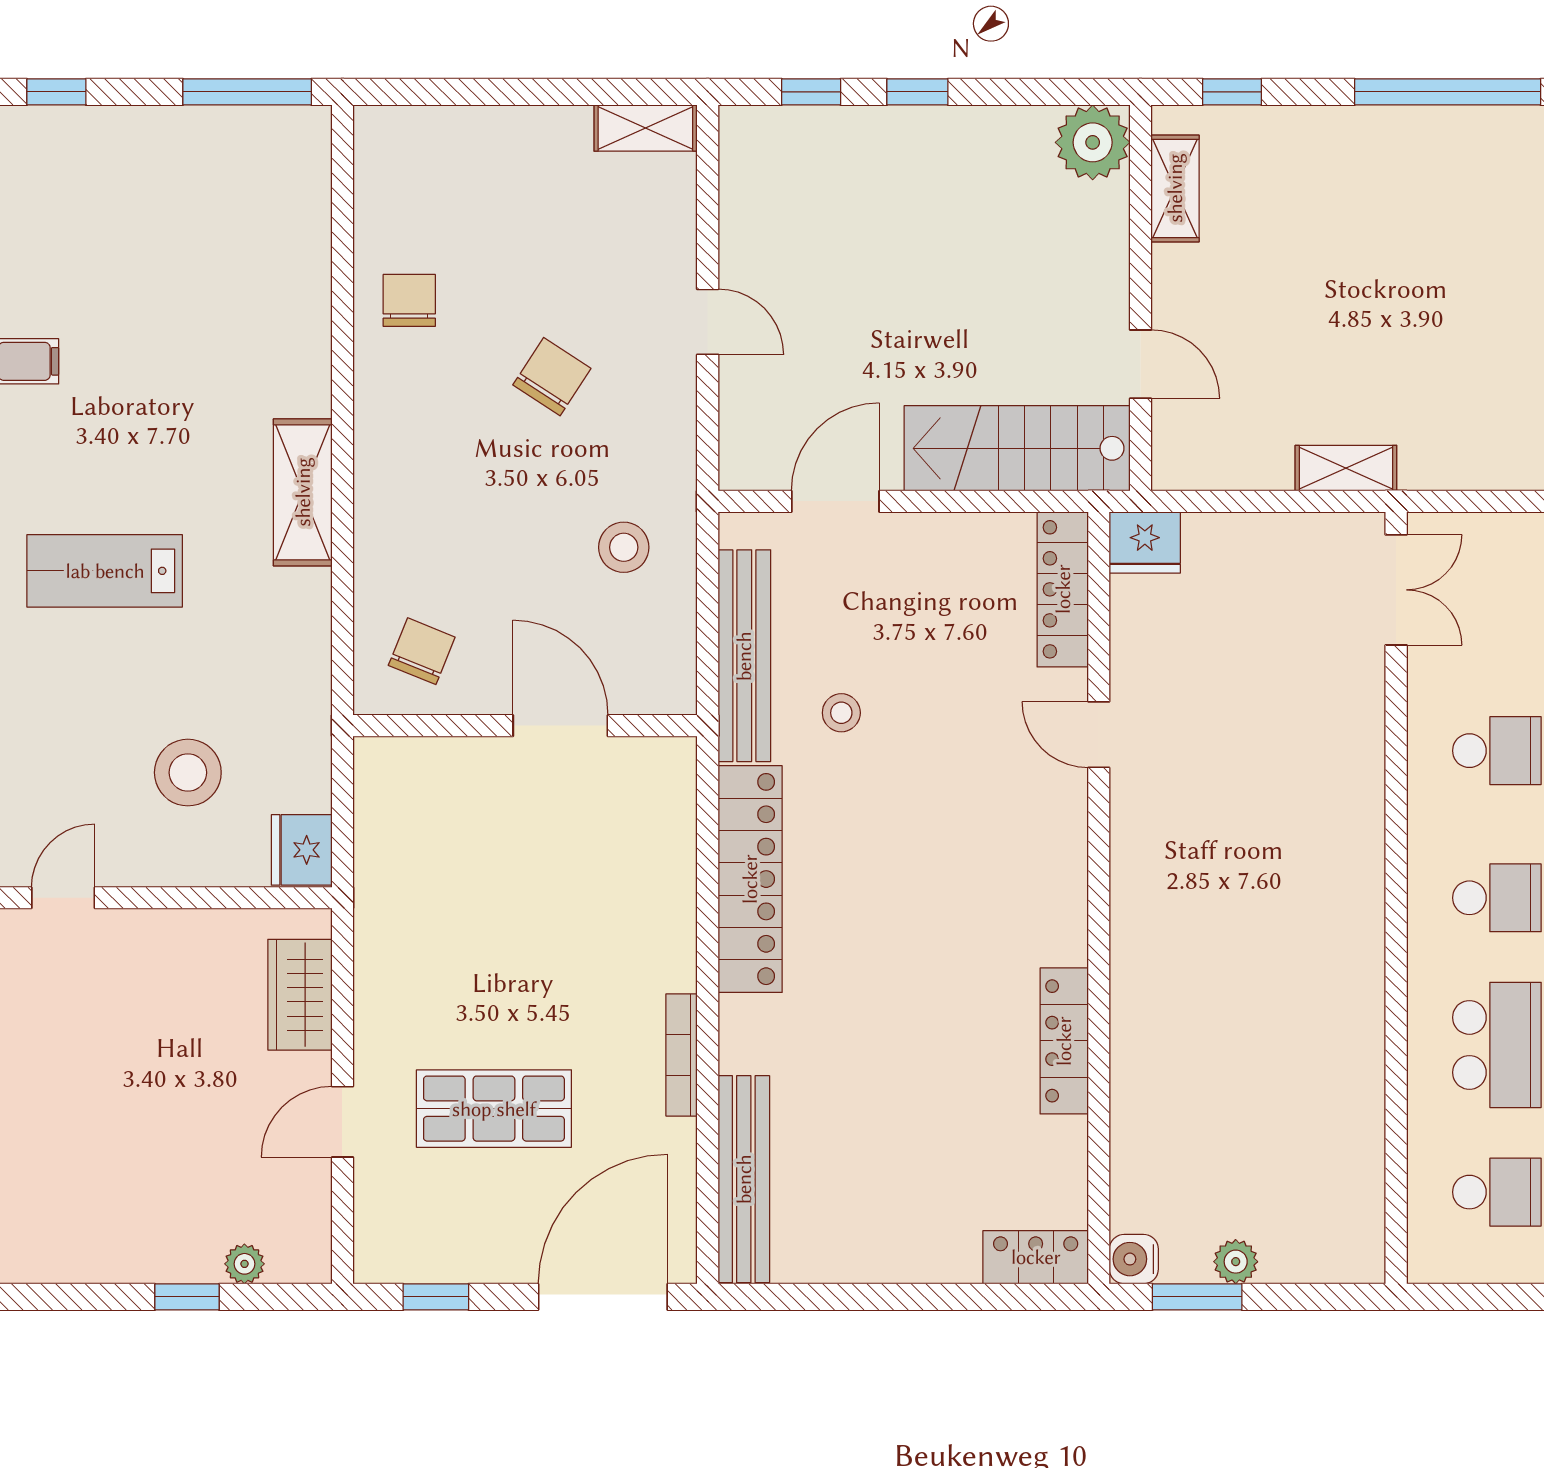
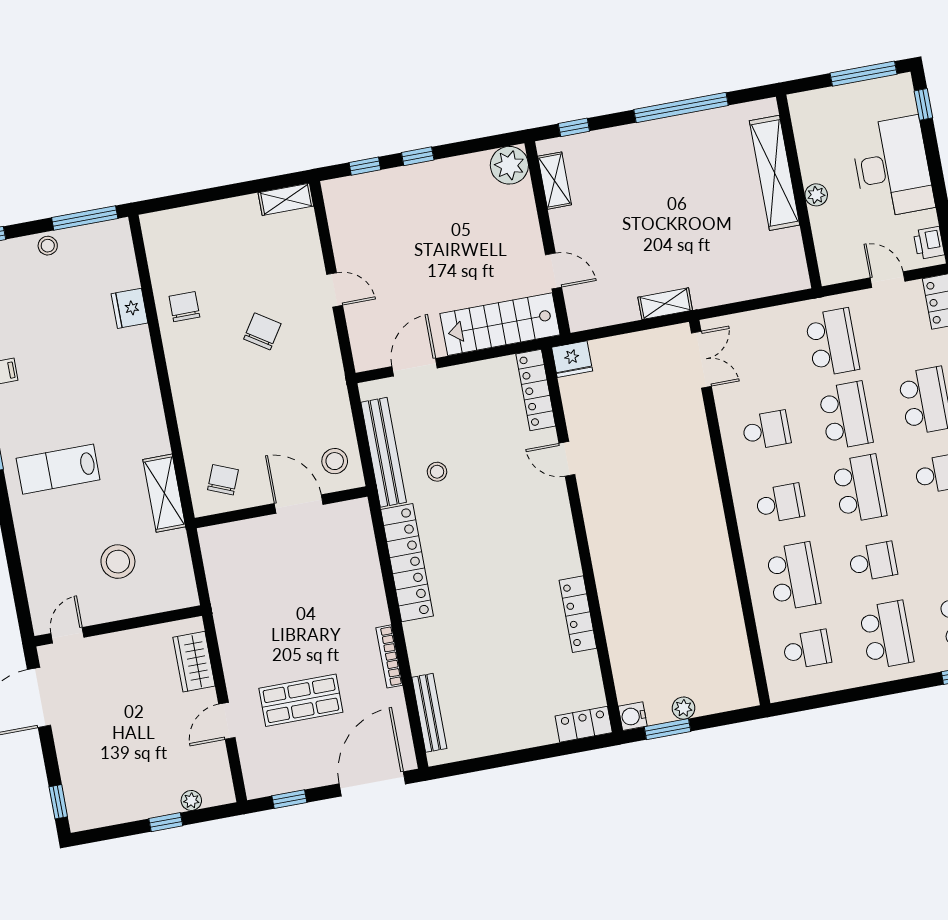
stool: (165, 132) -> (48, 246), added
shelving: (303, 492) -> (164, 493), moved
stool: (624, 547) -> (335, 461), moved
fridge: (302, 850) -> (129, 308), moved
bench: (744, 1179) -> (429, 713), width x0.73, depth x0.82

